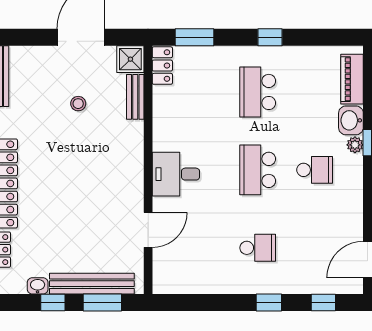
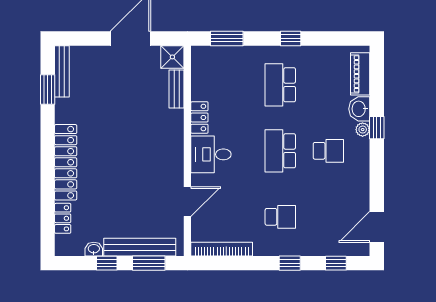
locker: (162, 66) -> (199, 118), moved
stool: (78, 104) -> (128, 95), removed
bookcase: (189, 286) -> (222, 249), added

